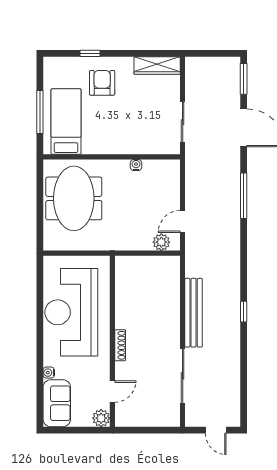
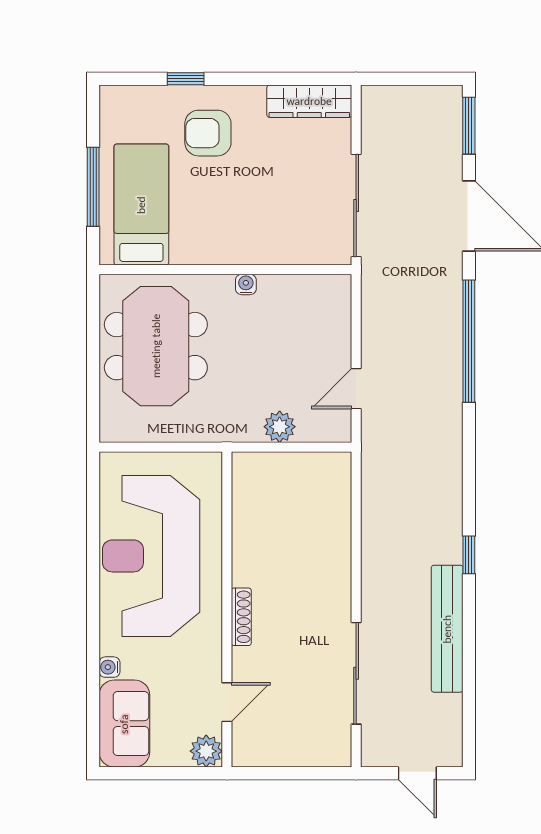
armchair: (102, 83) -> (208, 133), turned -90
sliding door: (183, 122) -> (356, 206), width x1.37
water cooler: (136, 165) -> (246, 284), moved
window: (244, 196) -> (469, 341), width x1.46
plant: (161, 242) -> (280, 427), moved
bench: (194, 313) -> (447, 629), moved

